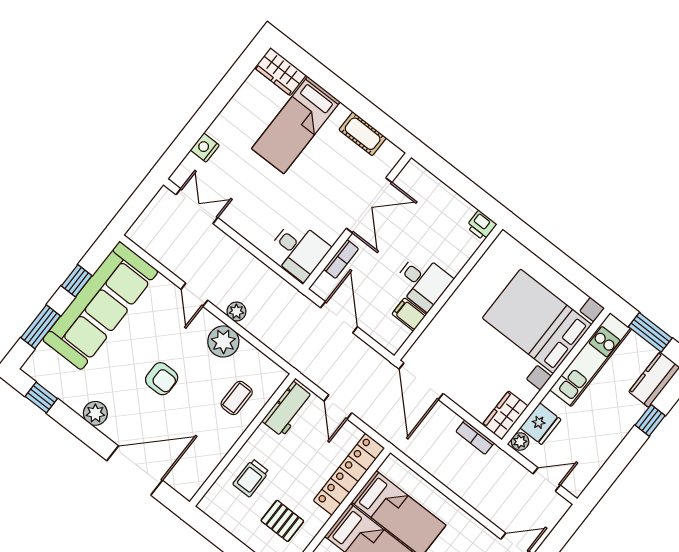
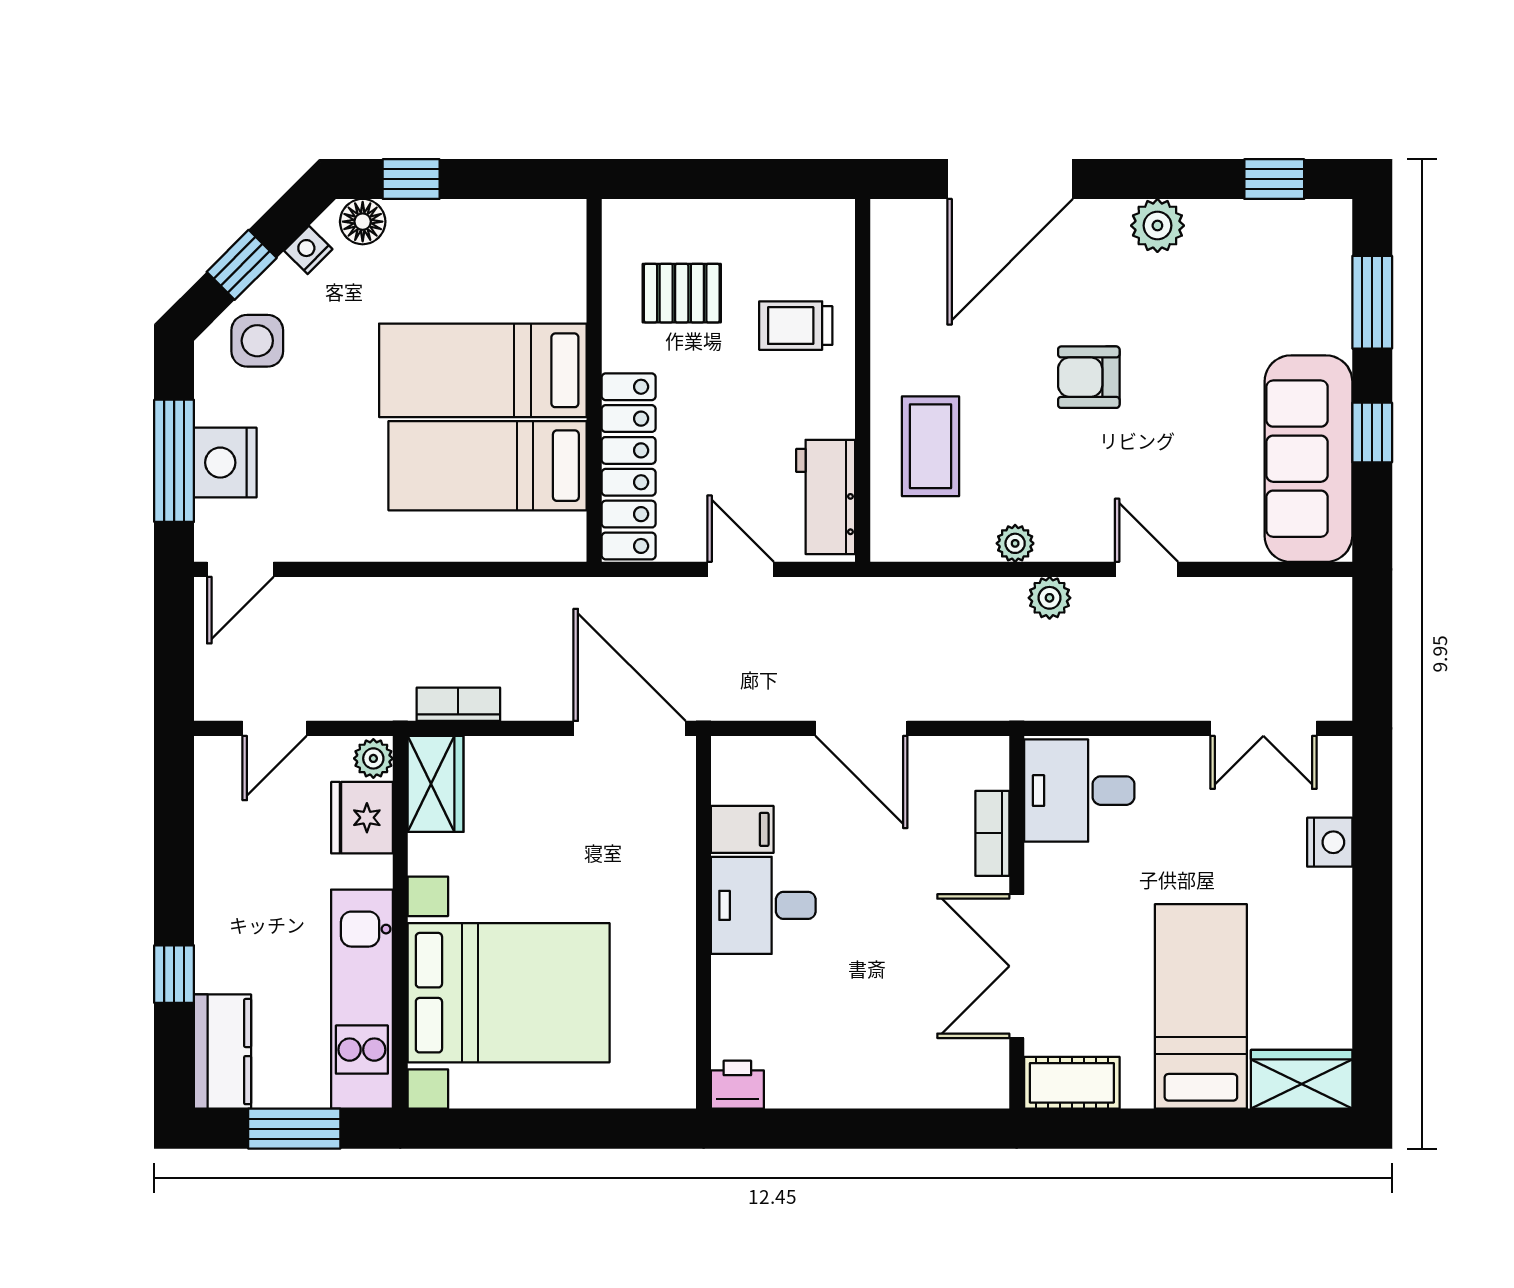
double door: (369, 205) -> (1017, 966), moved
wall: (357, 221) -> (1017, 922), moved
desk: (299, 250) -> (1079, 791), moved
bookcase: (341, 259) -> (992, 833), moved
sofa: (100, 306) -> (1308, 459), width x0.74, depth x0.79
plant: (223, 342) -> (1015, 543), width x0.53, depth x0.53
coffee table: (237, 398) -> (931, 446), width x1.36, depth x1.30
trolley: (251, 478) -> (796, 326), turned -90

